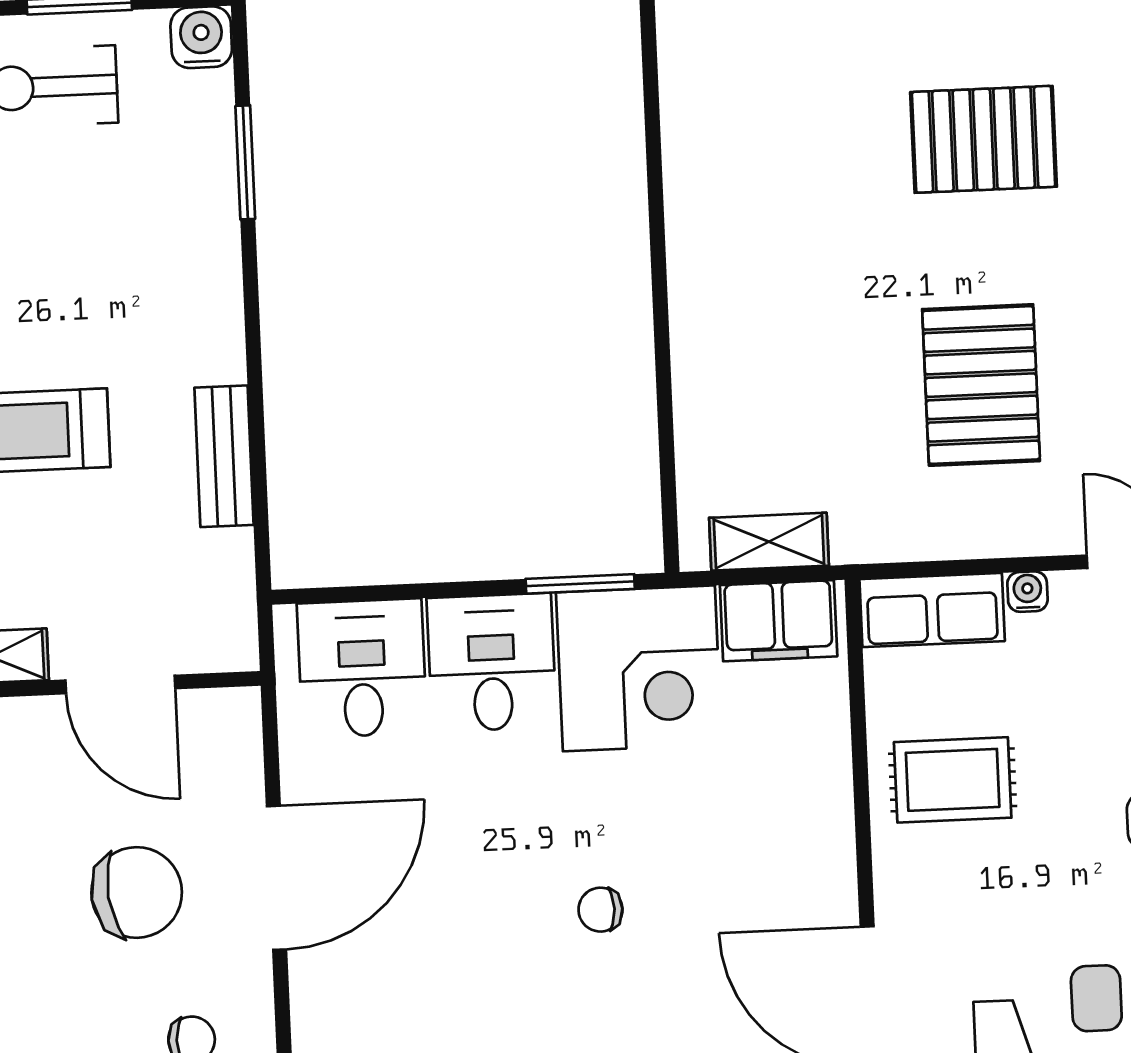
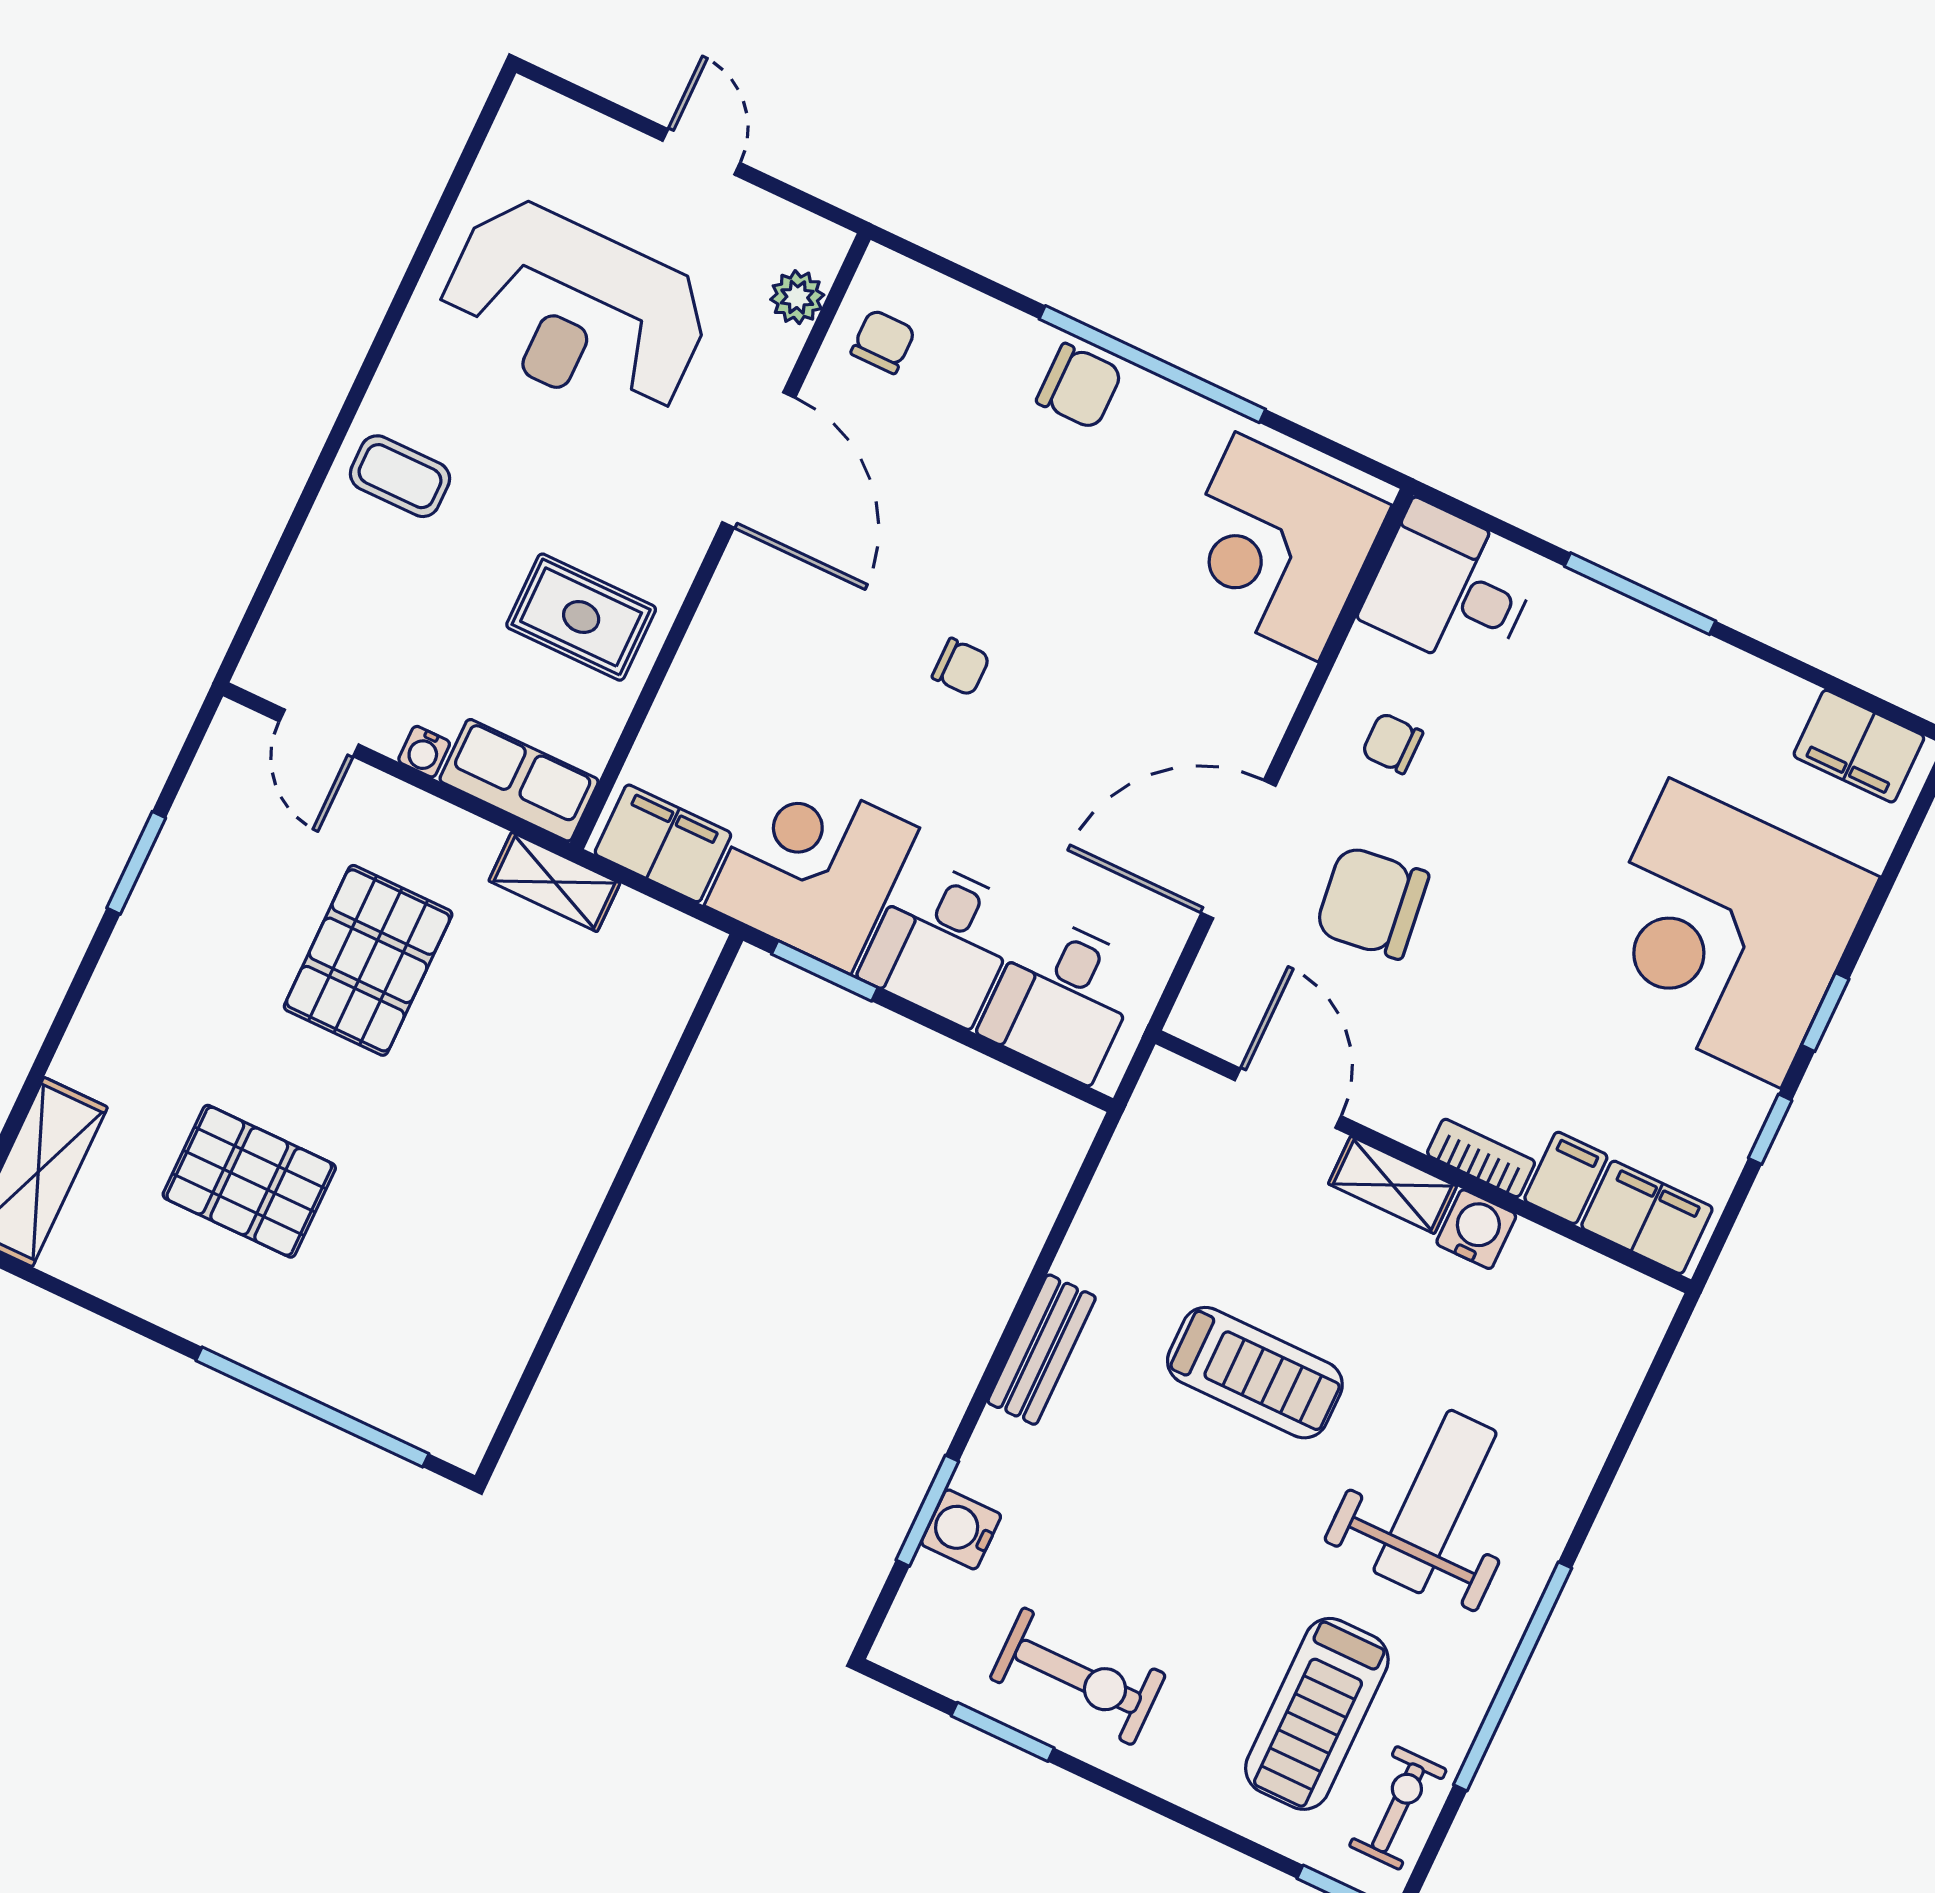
water cooler: (201, 37) -> (961, 1529), moved, turned 90
bench: (224, 456) -> (1042, 1350), moved
shelving: (769, 542) -> (554, 882), moved

